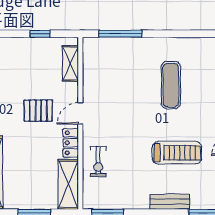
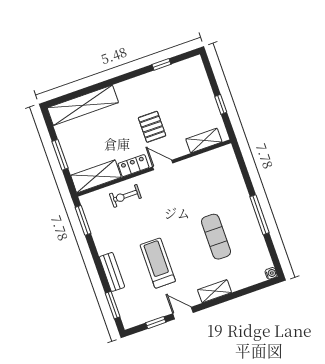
window: (120, 34) -> (259, 215), moved
exercise mat: (171, 85) -> (216, 237), turned 90
treadmill: (177, 153) -> (158, 263), turned 180

